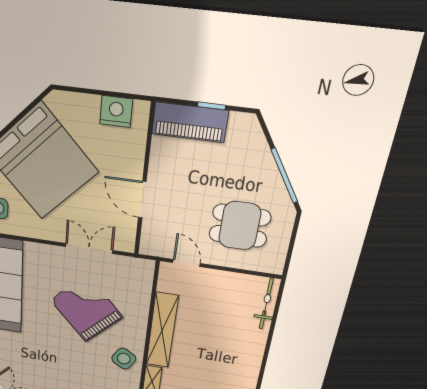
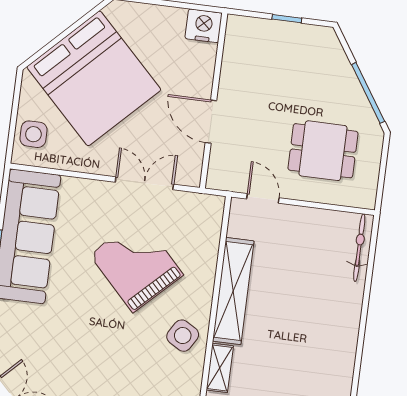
nightstand: (116, 111) -> (204, 26), moved
piano: (190, 122) -> (264, 35), removed

